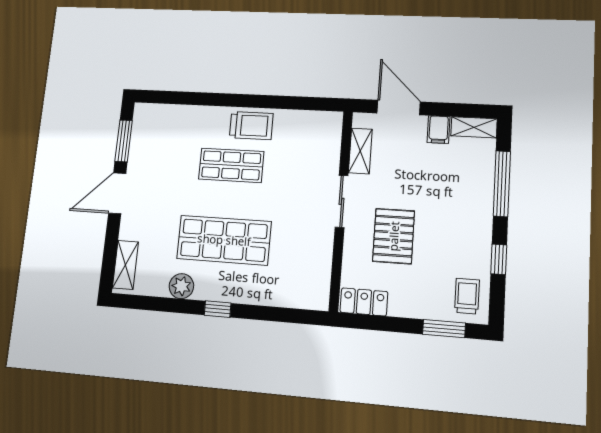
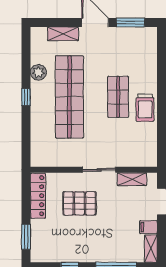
shop shelf: (224, 240) -> (69, 97), width x1.40
shelving: (125, 265) -> (63, 34), moved
trolley: (467, 296) -> (46, 249), removed
locker: (364, 302) -> (38, 196), width x1.53

